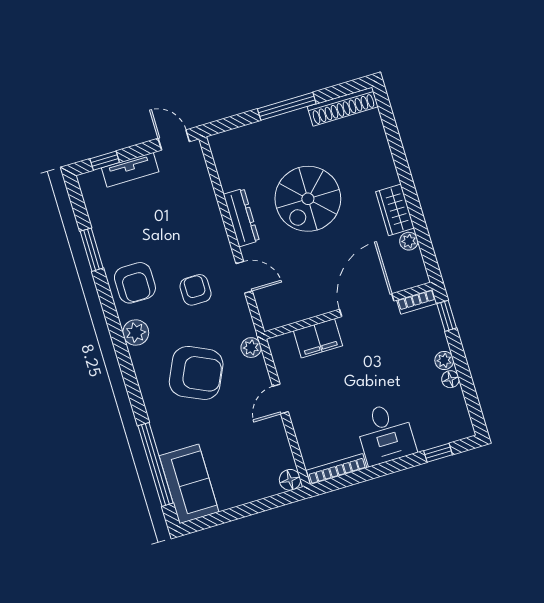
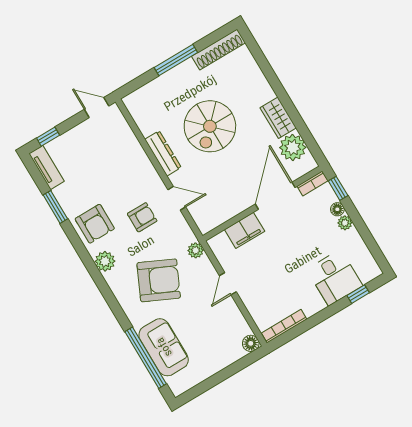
tv unit: (130, 170) -> (47, 167), moved, turned -90
plant: (409, 241) -> (293, 147), width x1.87, depth x1.87
armchair: (196, 290) -> (142, 217), turned 90
floor lamp: (450, 379) -> (337, 209), moved
desk: (385, 434) -> (335, 278), moved
sofa: (189, 484) -> (164, 347), moved

